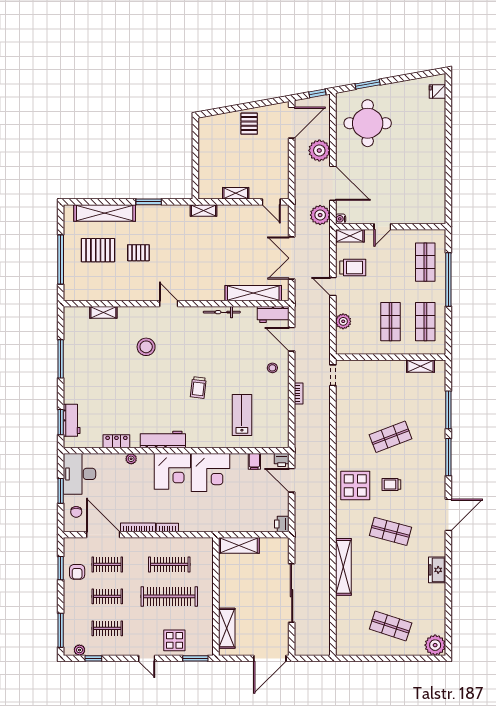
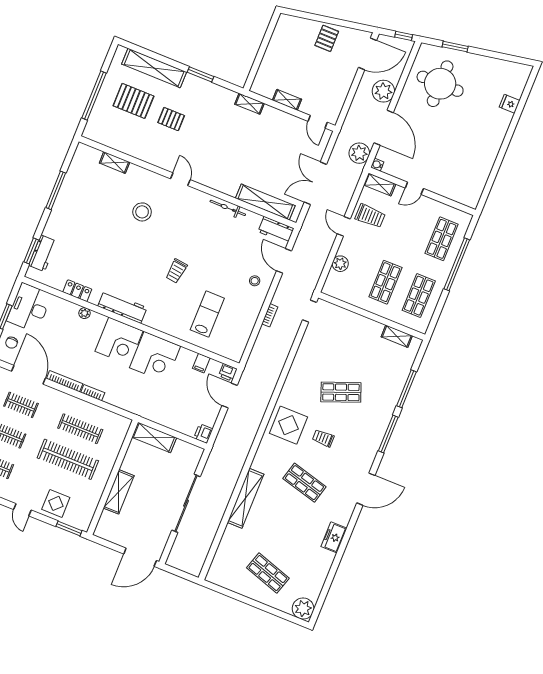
fridge: (437, 92) -> (510, 104), moved
shelving: (227, 628) -> (119, 492), moved

